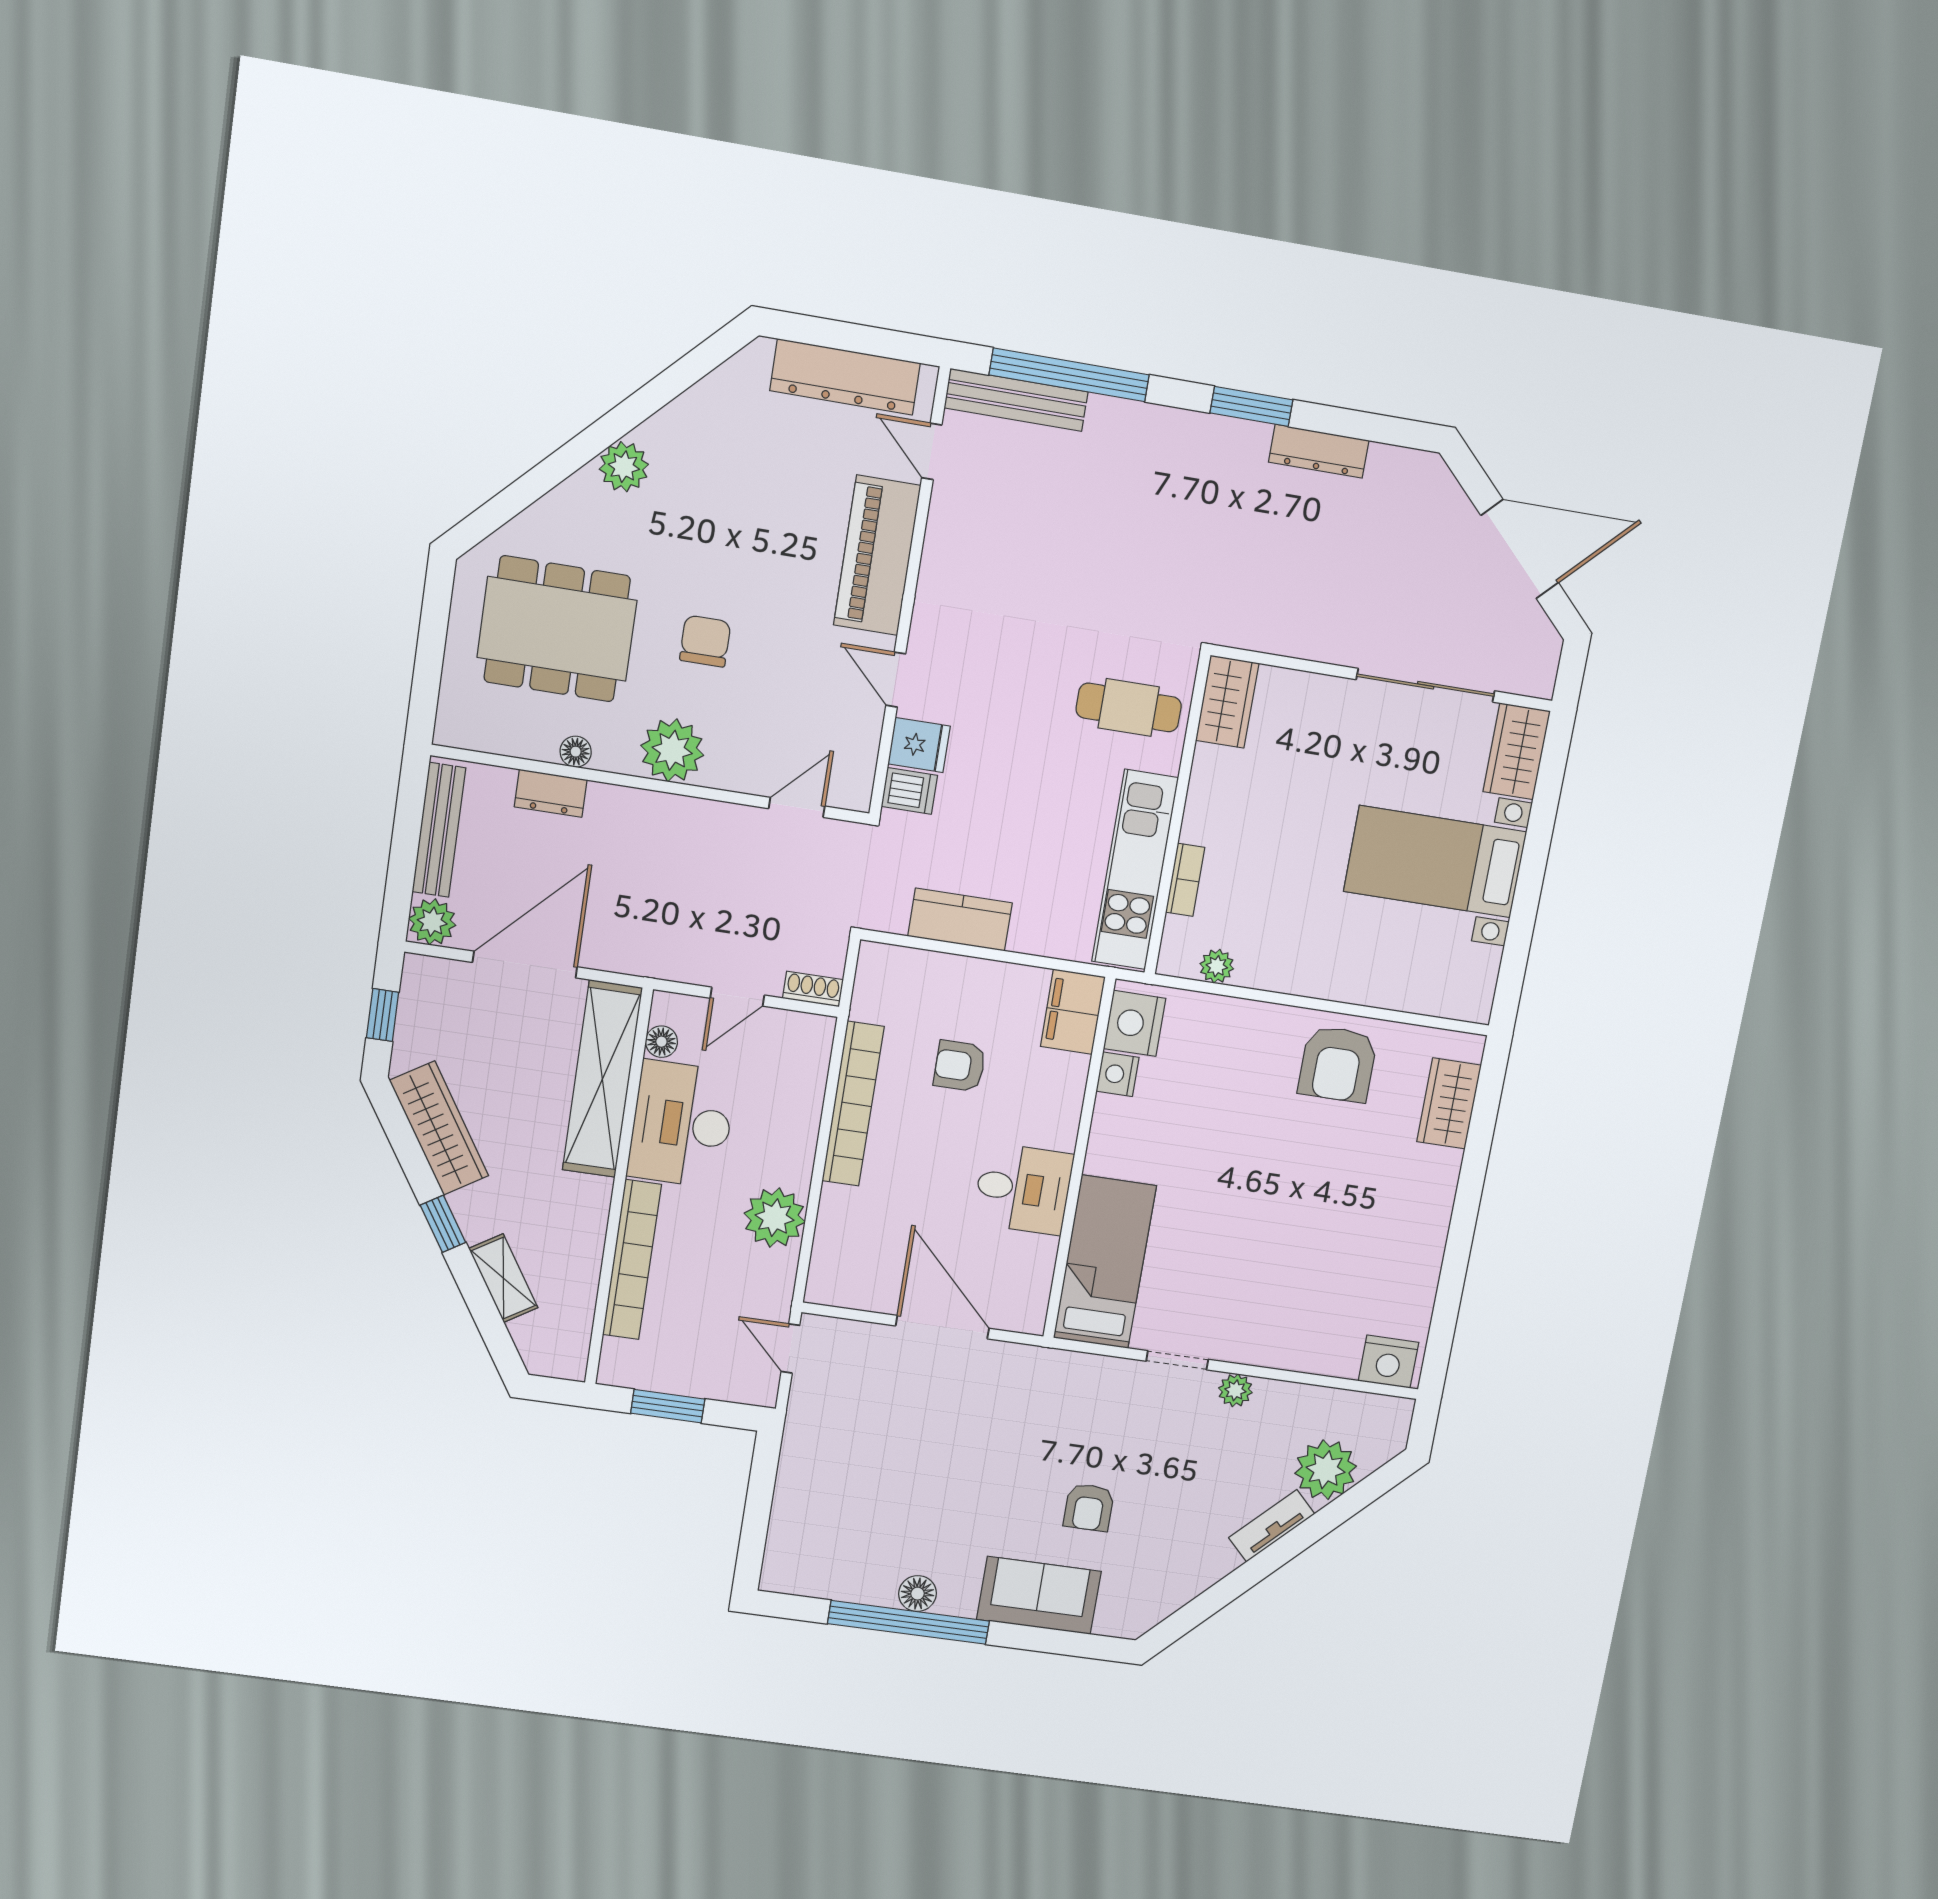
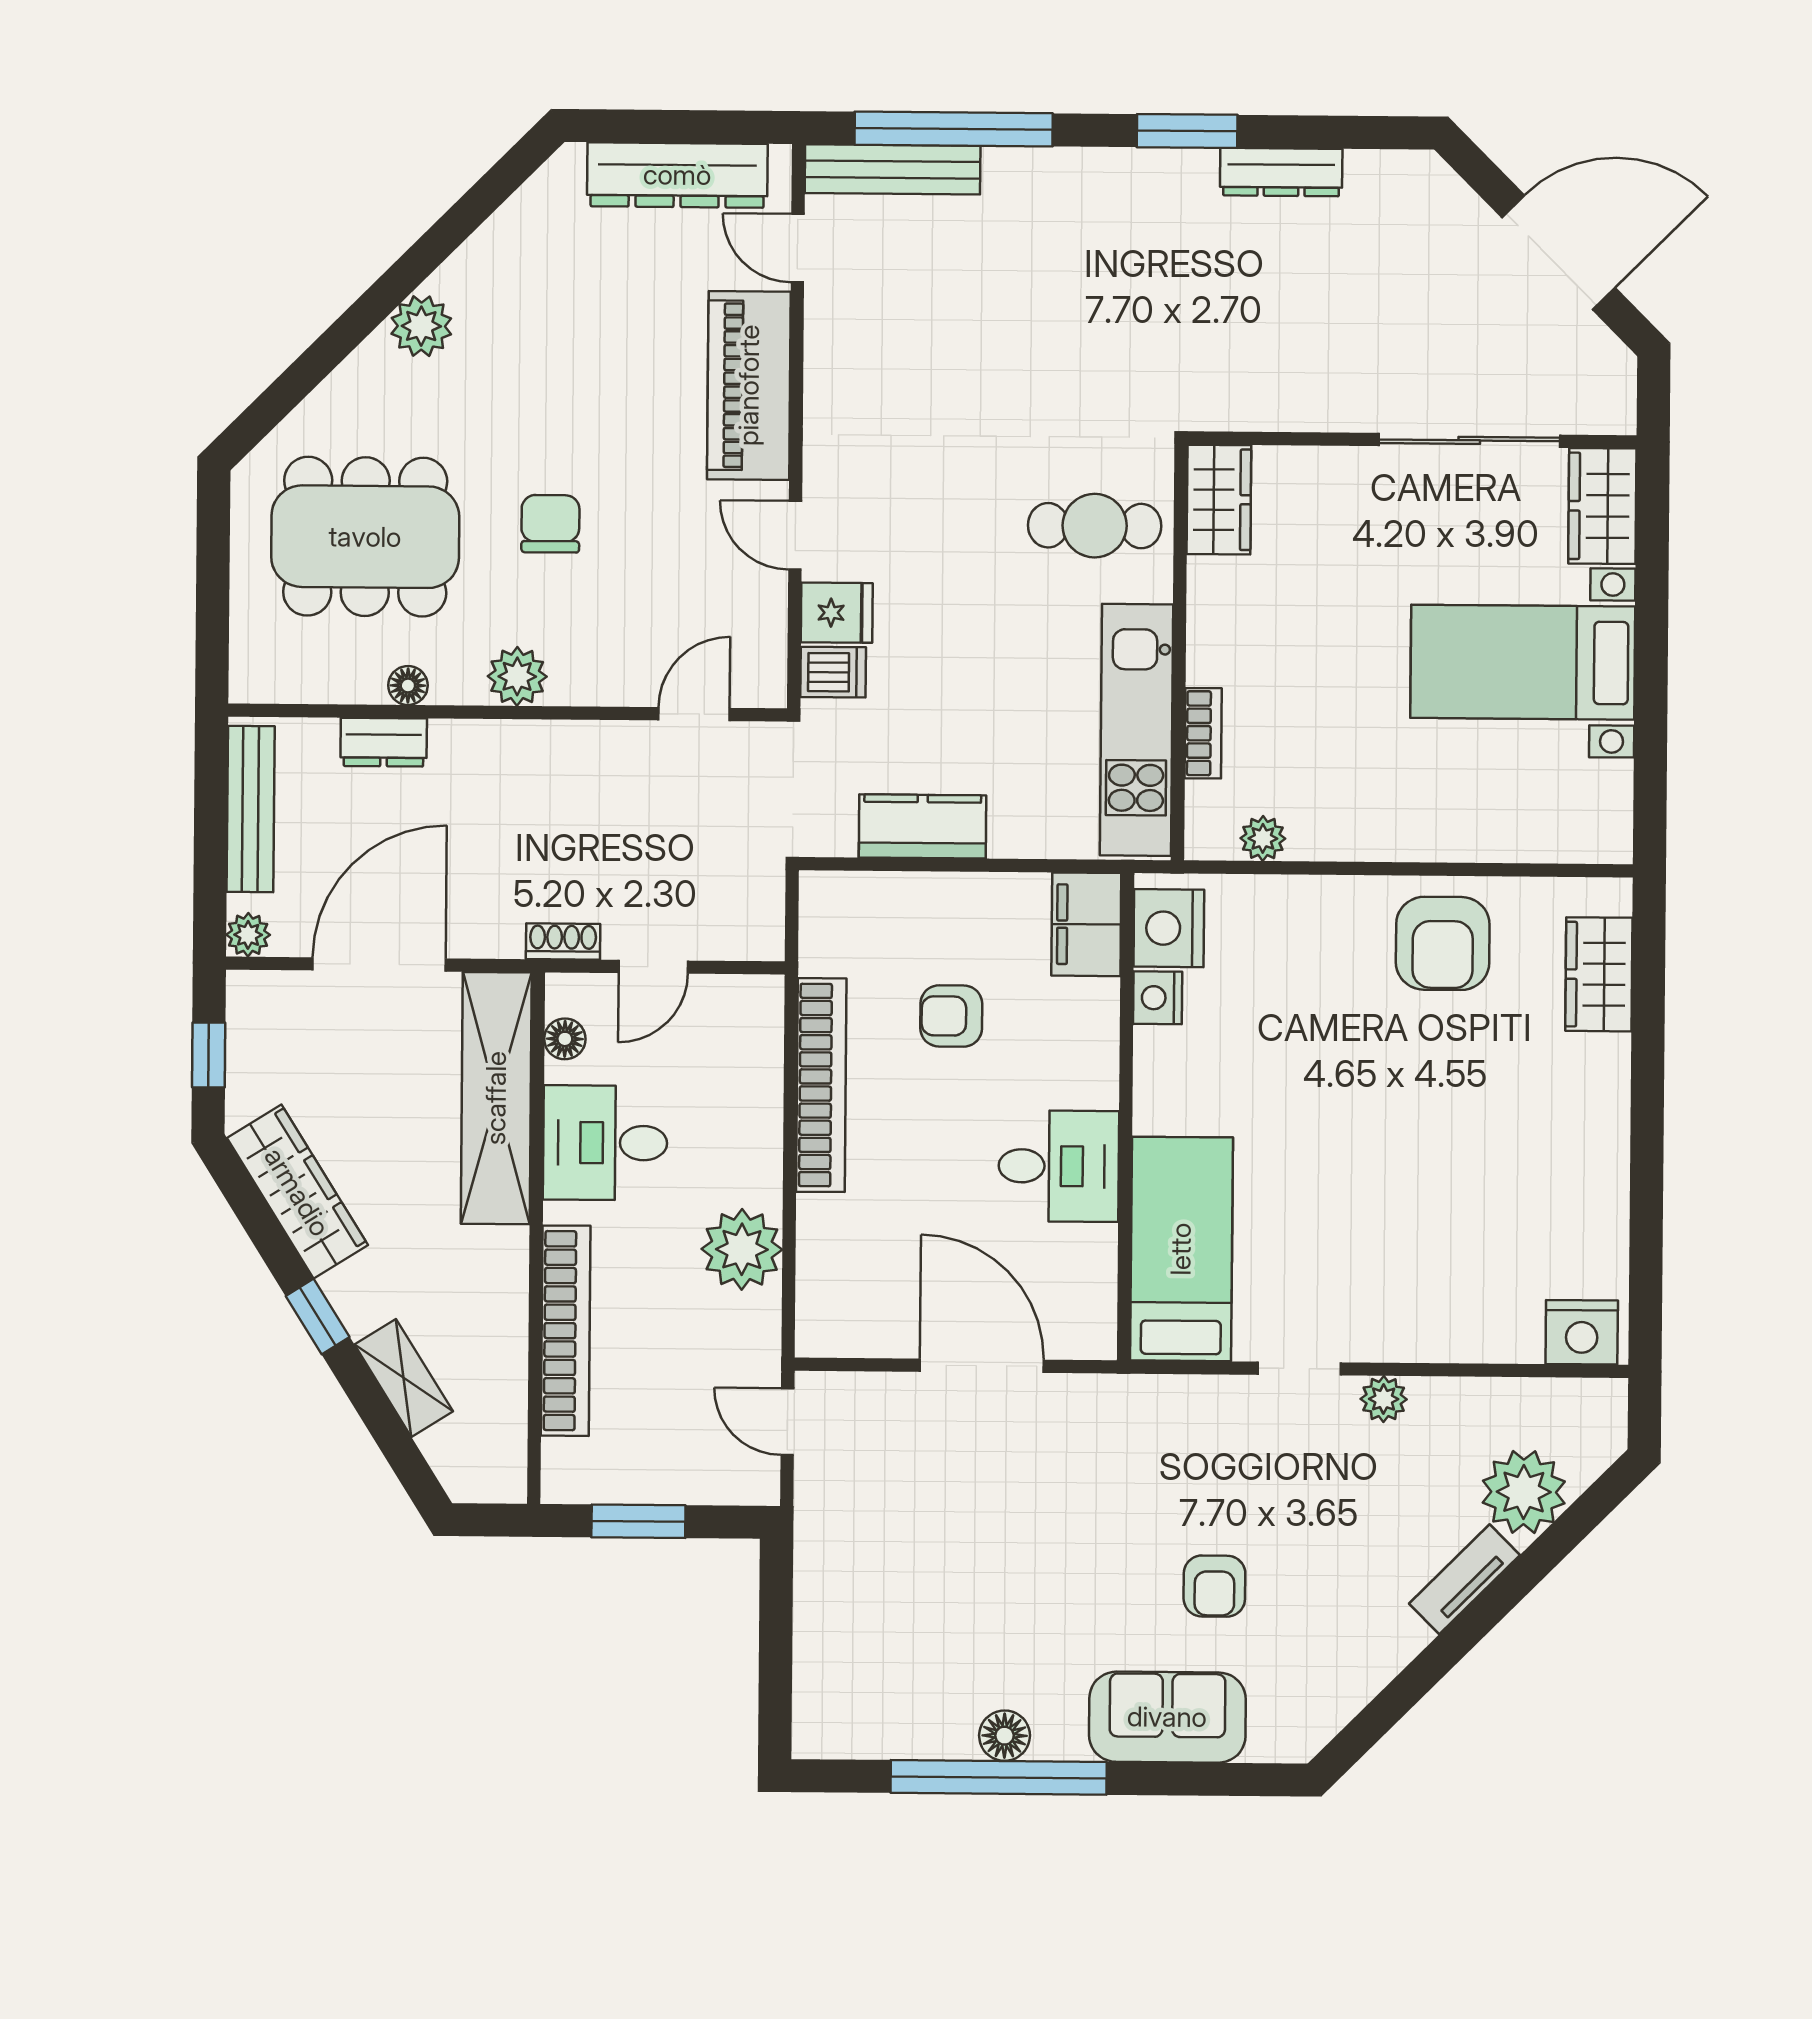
plant: (672, 750) -> (517, 676), width x0.73, depth x0.73
plant: (432, 922) -> (248, 935), width x0.73, depth x0.73
shoe rack: (813, 989) -> (563, 941), moved
desk: (682, 1124) -> (605, 1143), width x0.73

